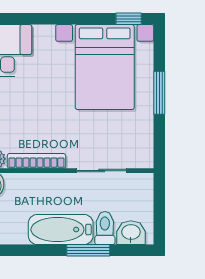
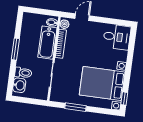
window: (159, 93) -> (75, 107), moved
bathtub: (61, 230) -> (47, 43), moved, turned 180
window: (88, 250) -> (15, 49), moved

